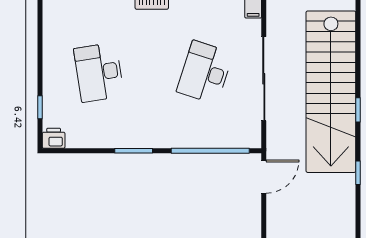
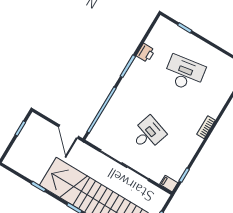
desk: (205, 72) -> (148, 134), width x0.73
printer: (54, 138) -> (146, 53), moved

